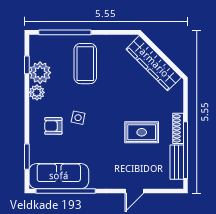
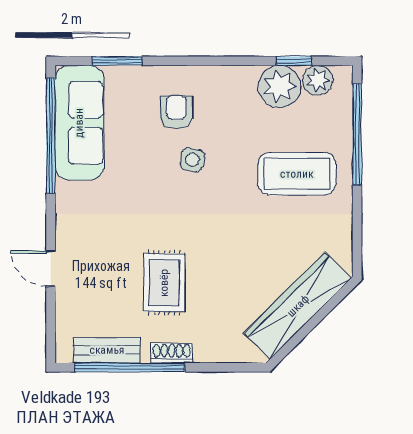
plant: (37, 92) -> (318, 80), moved
shoe rack: (178, 128) -> (172, 353), width x0.70

